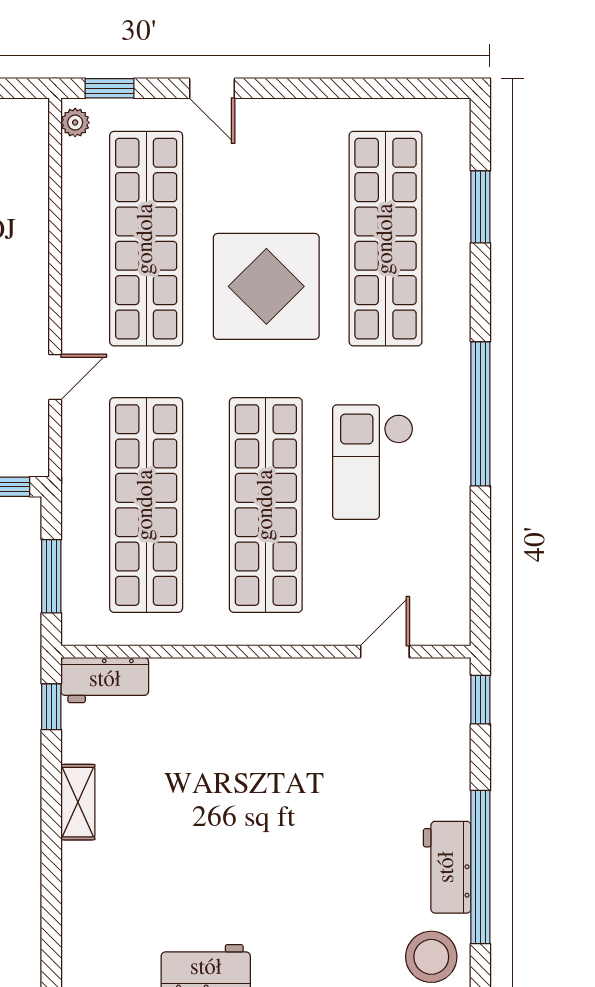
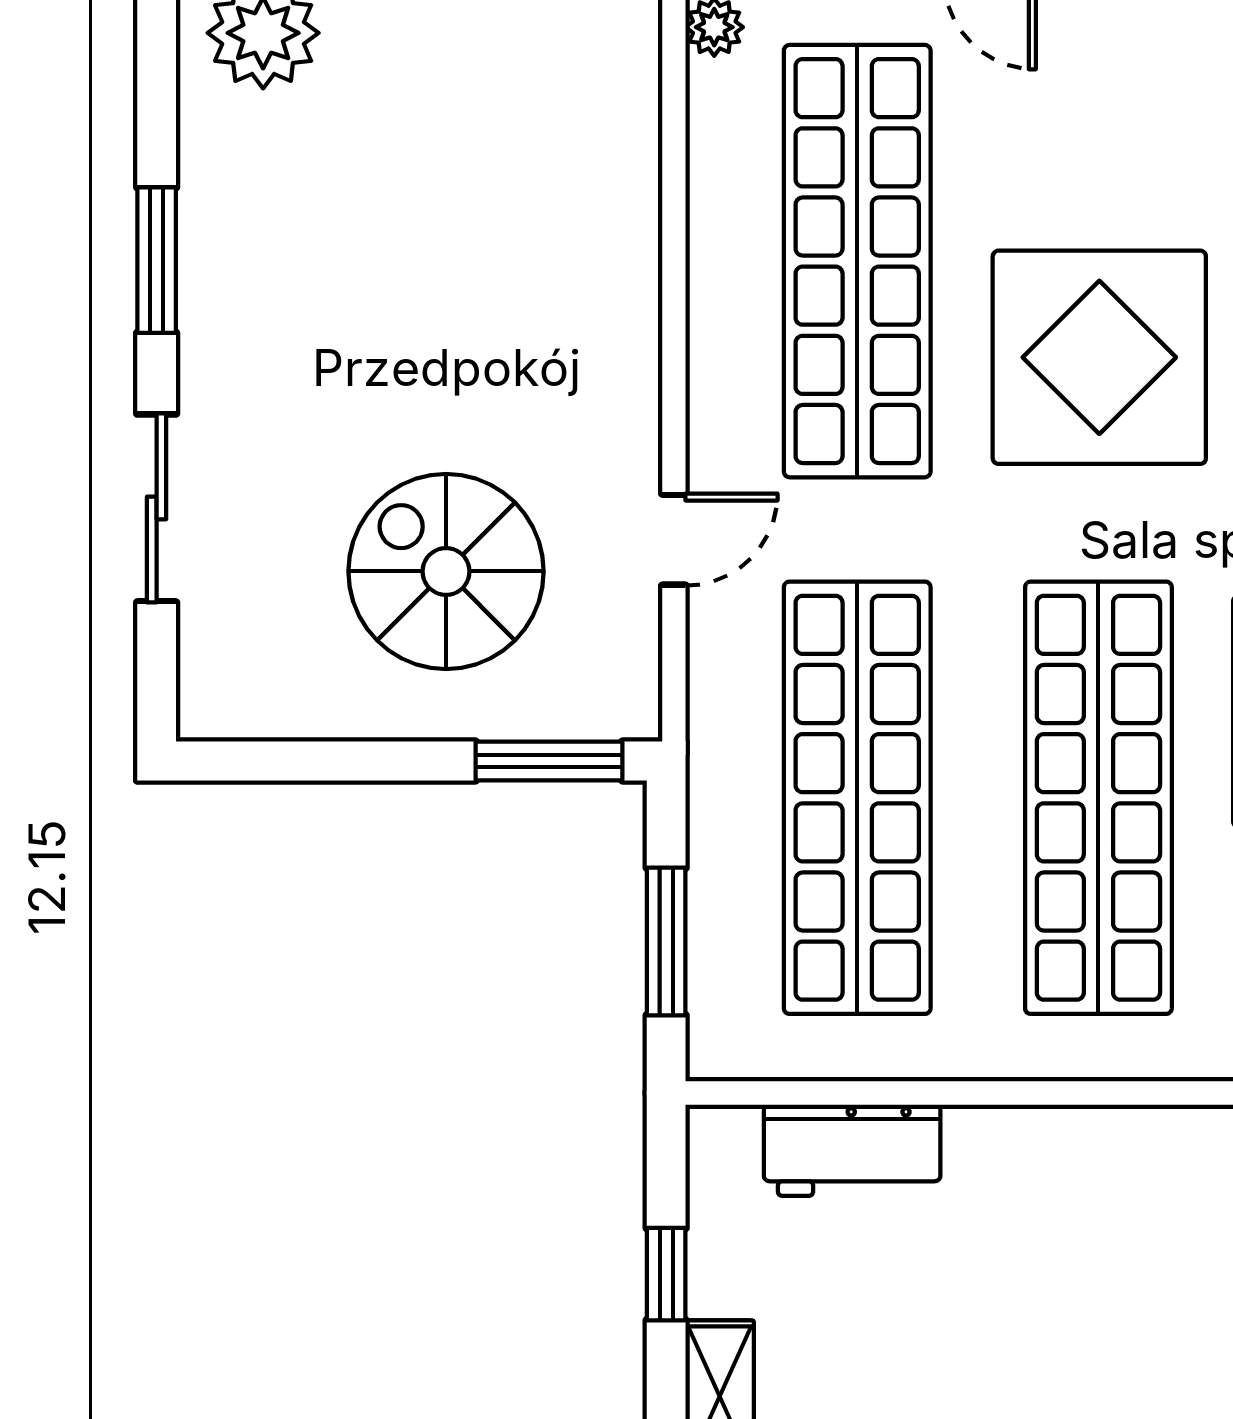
workbench: (105, 680) -> (852, 1150), moved
window: (51, 707) -> (666, 1274), moved

